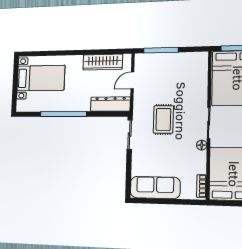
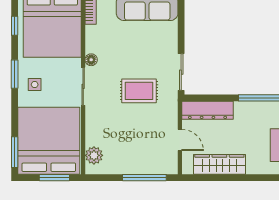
plant: (201, 67) -> (94, 155), added
door: (132, 80) -> (180, 140), hinge flipped
rug: (163, 119) -> (139, 91), turned 90

